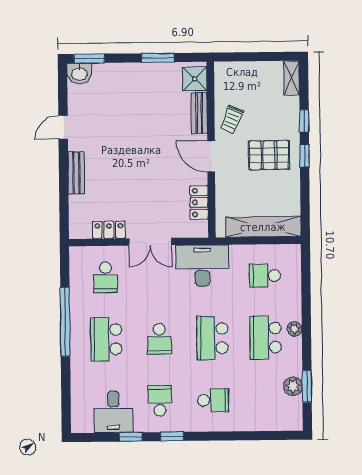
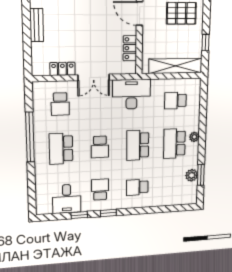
window: (305, 156) -> (205, 43), moved
school desk: (213, 400) -> (137, 187), turned 180

